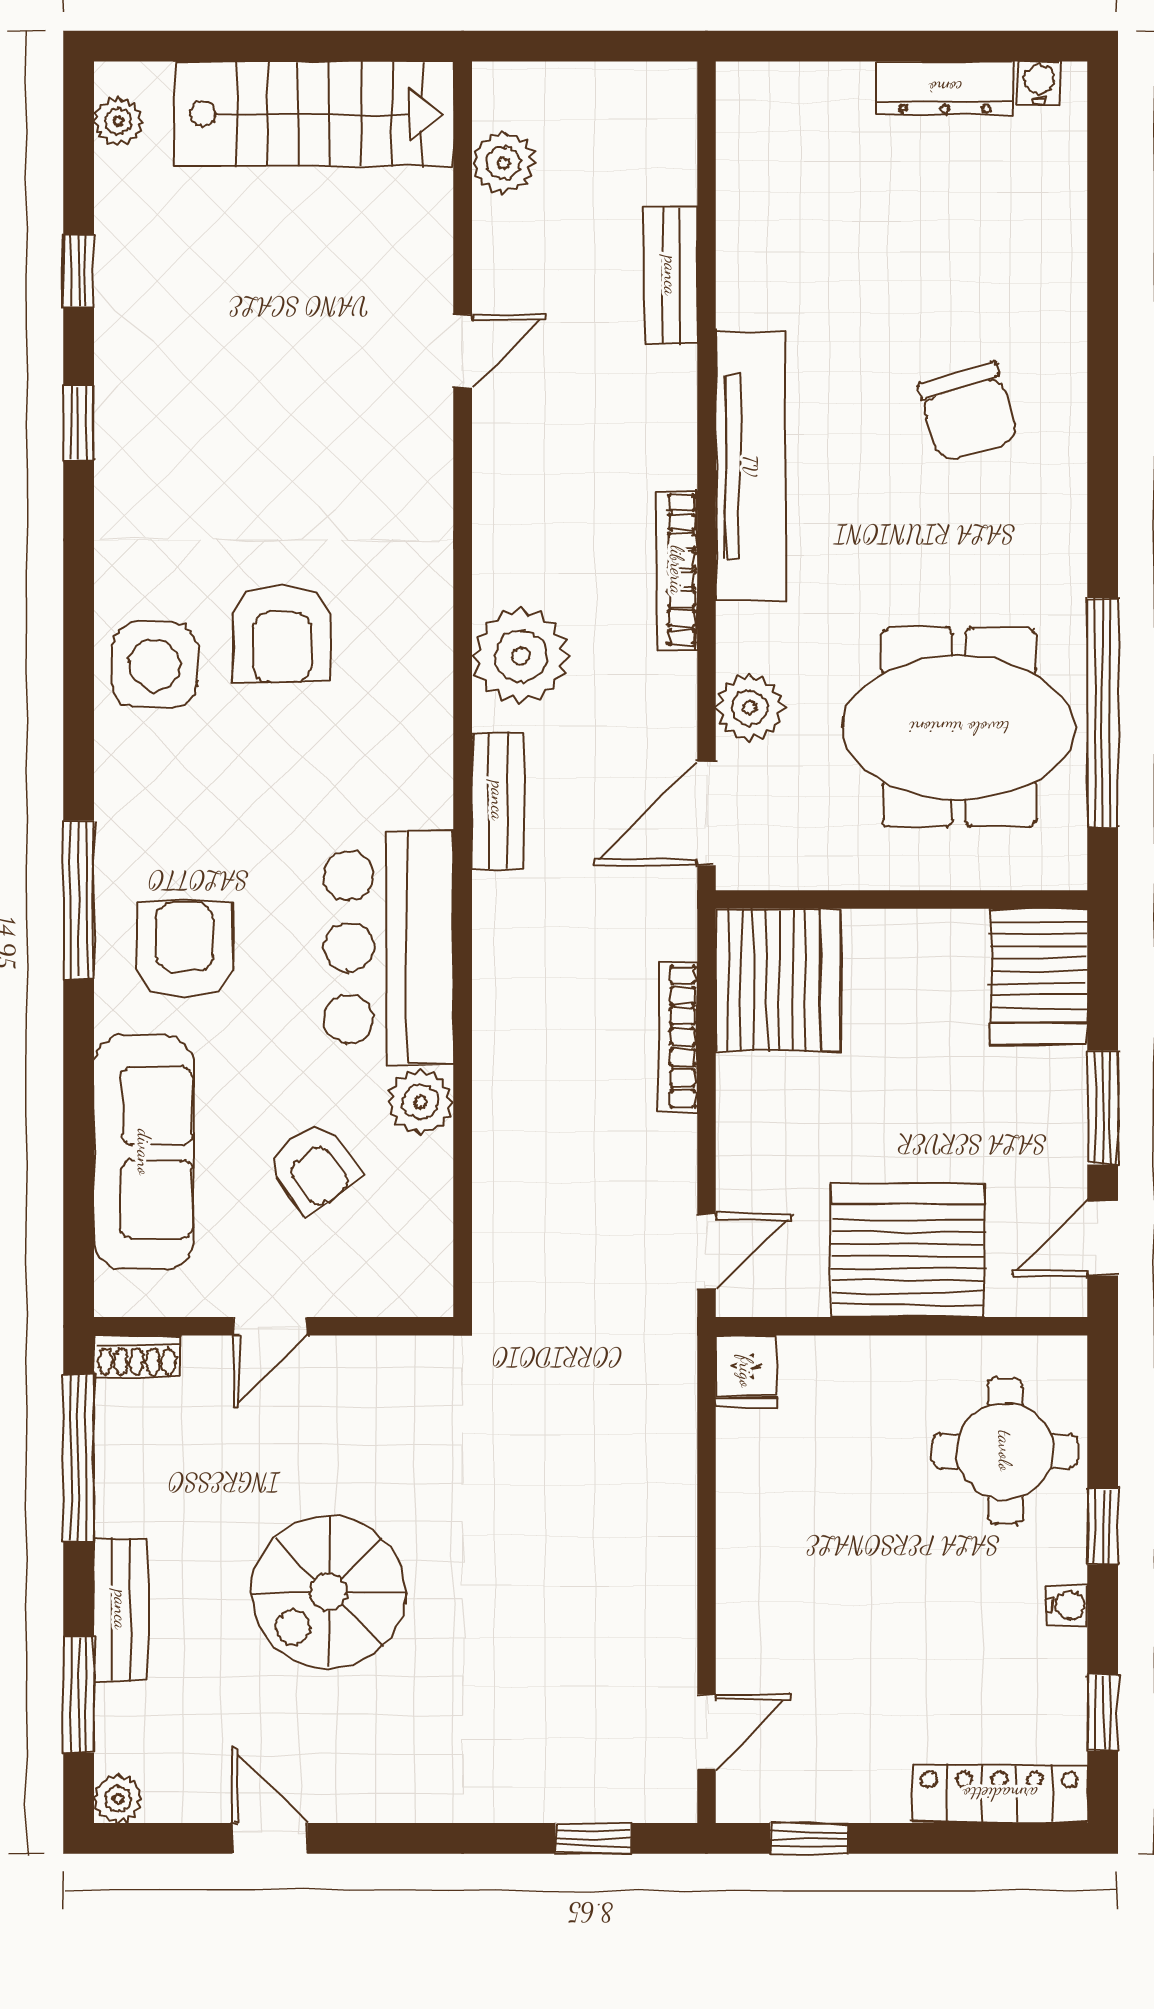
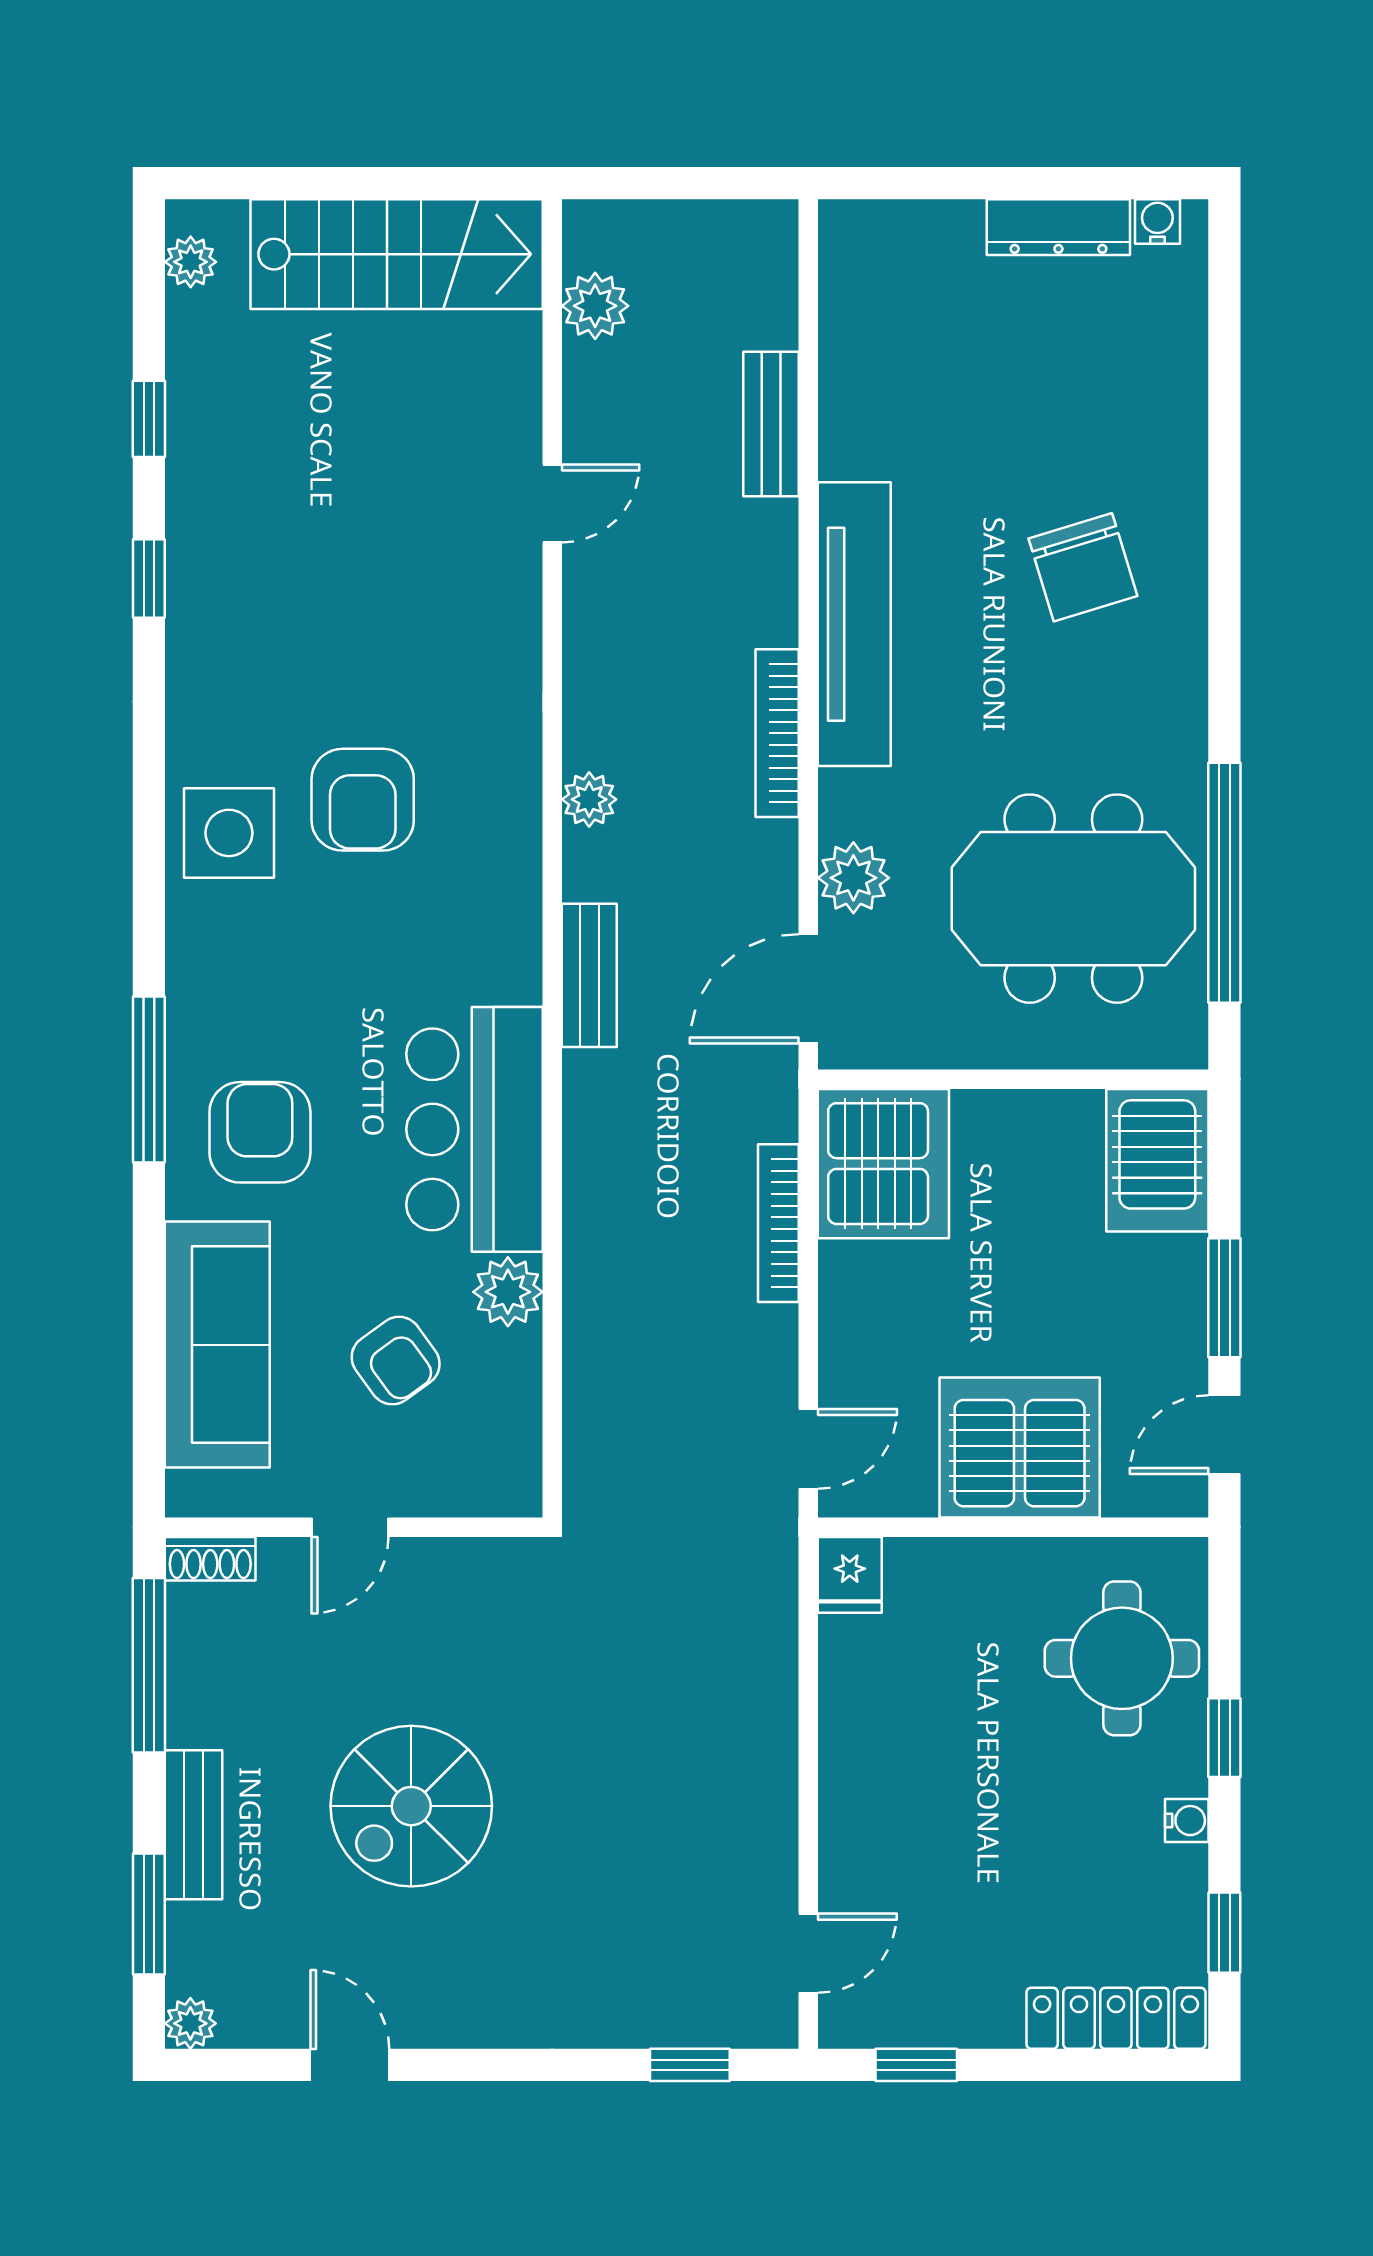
plant: (521, 656) -> (589, 799), width x0.53, depth x0.53

